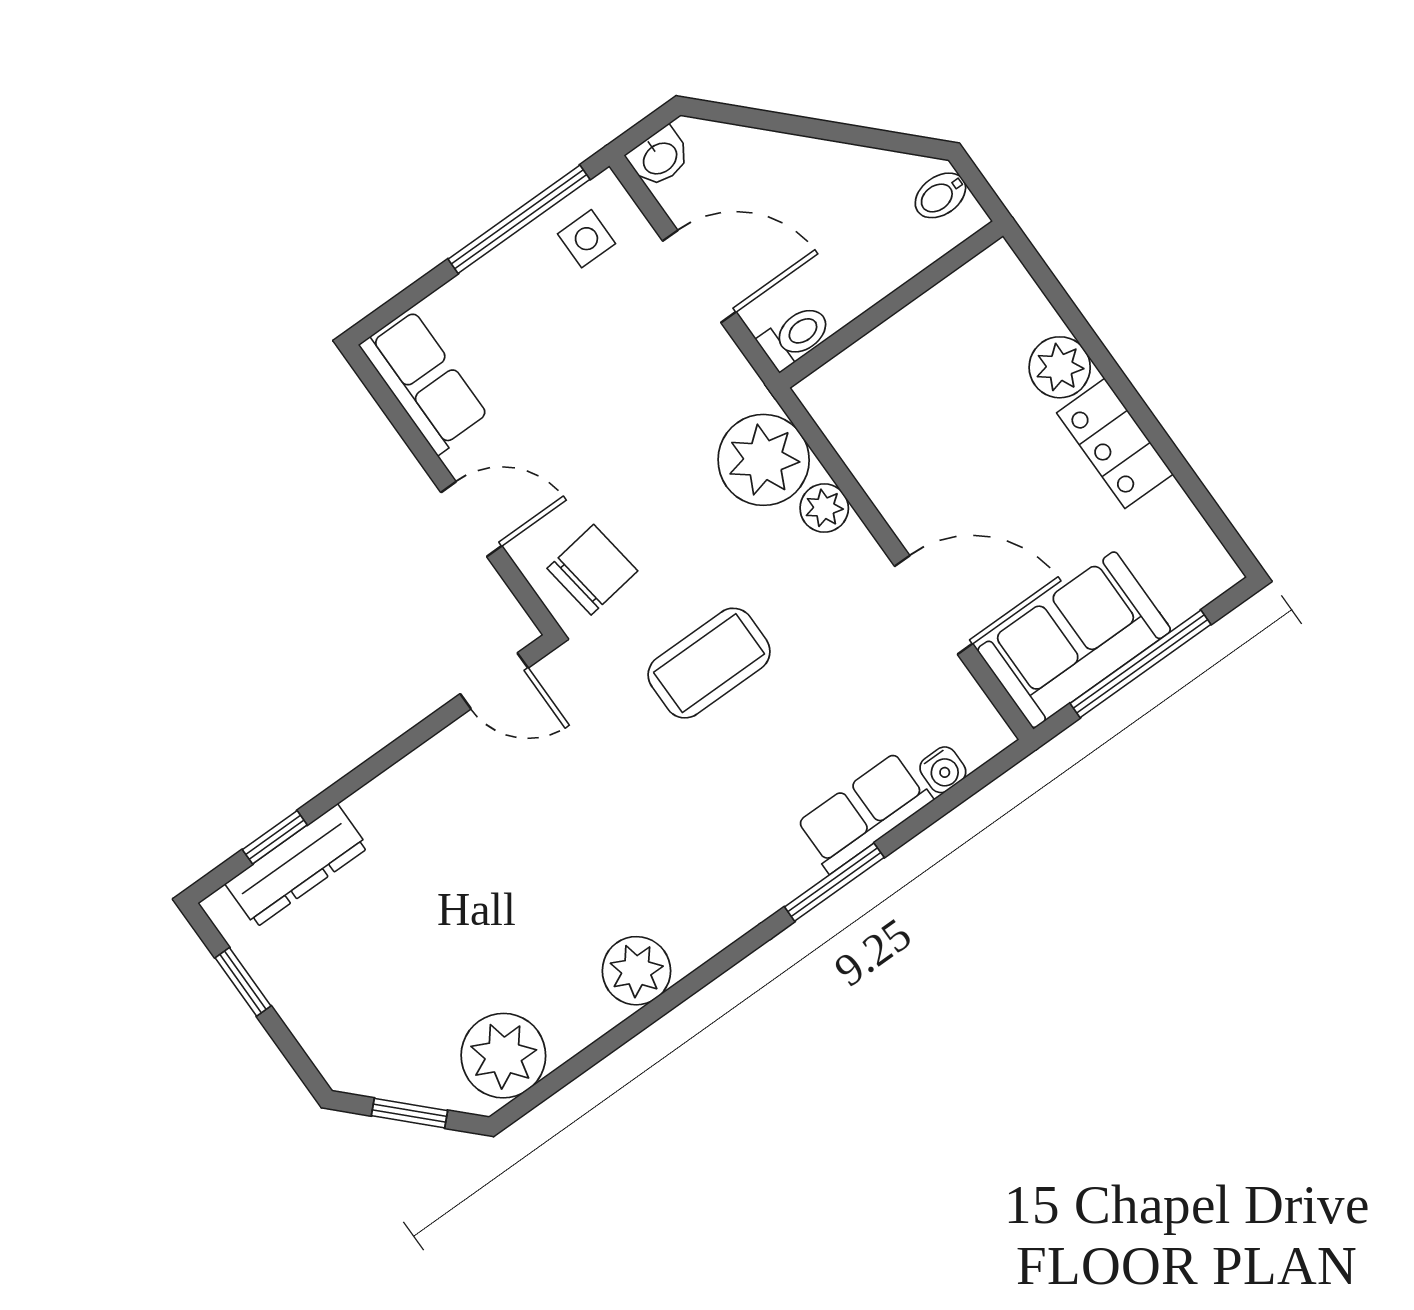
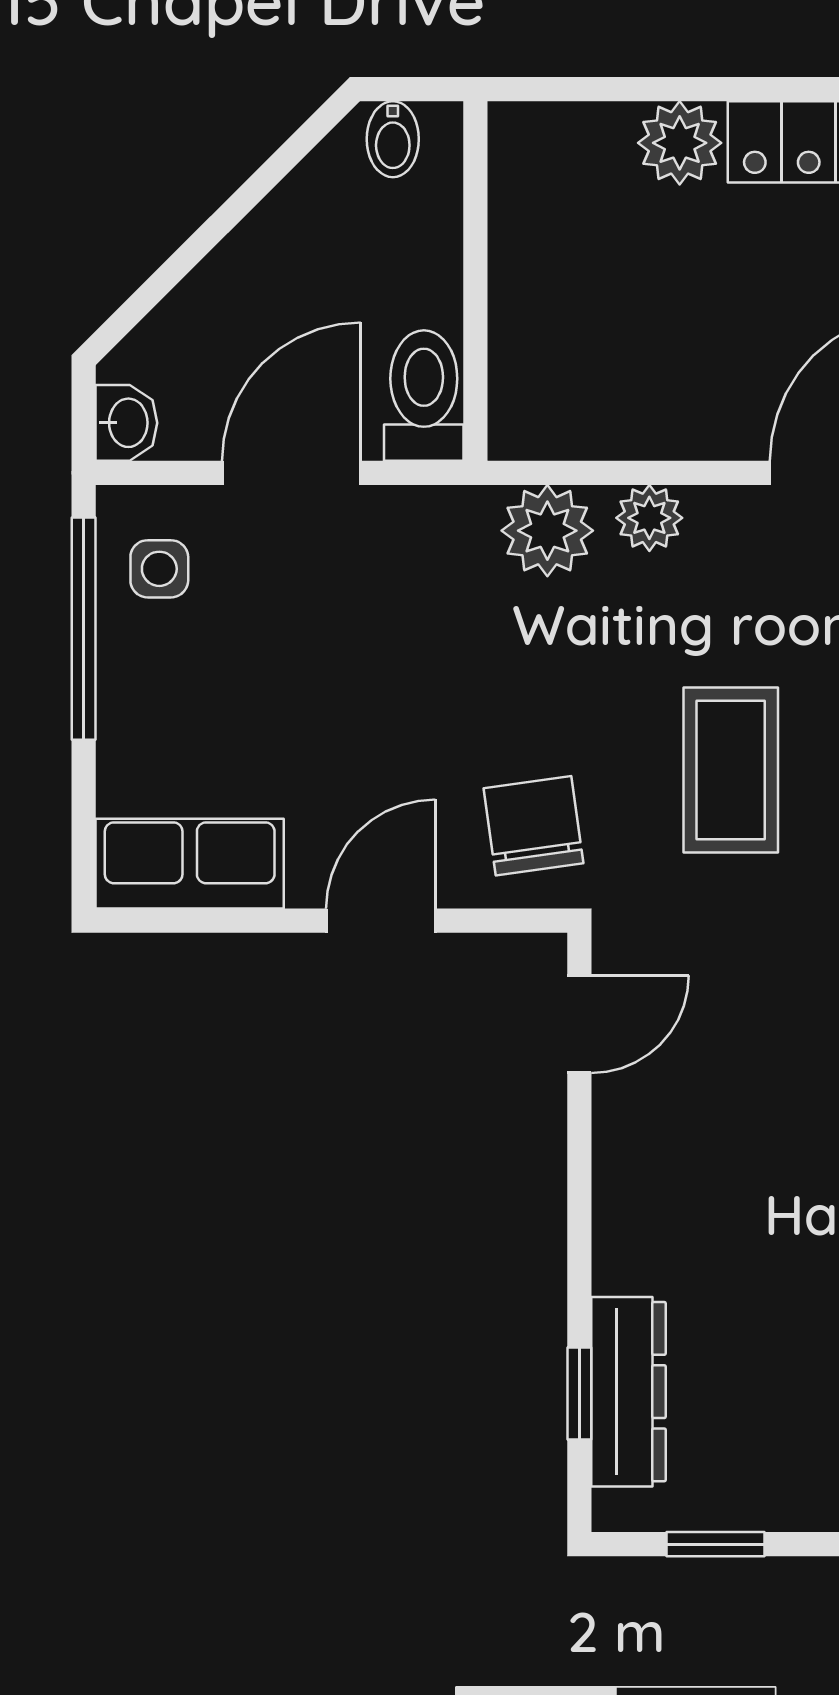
toilet: (795, 336) -> (424, 396), width x1.37, depth x1.39
plant: (764, 460) -> (547, 531), width x0.73, depth x0.73

